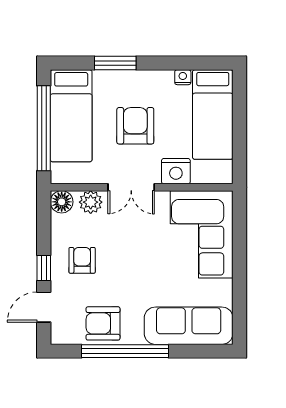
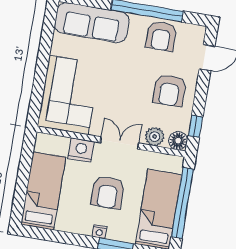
nightstand: (183, 77) -> (99, 232), moved
armchair: (82, 260) -> (169, 90), width x1.38, depth x1.38
window: (44, 268) -> (195, 126), moved
armchair: (103, 323) -> (161, 36), turned 90

